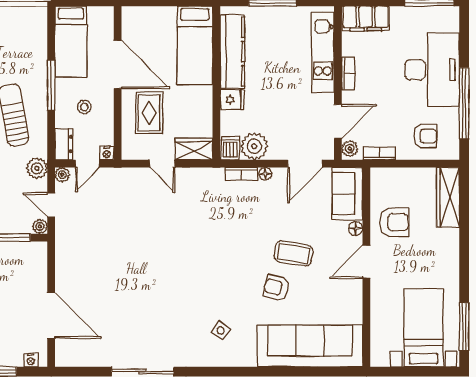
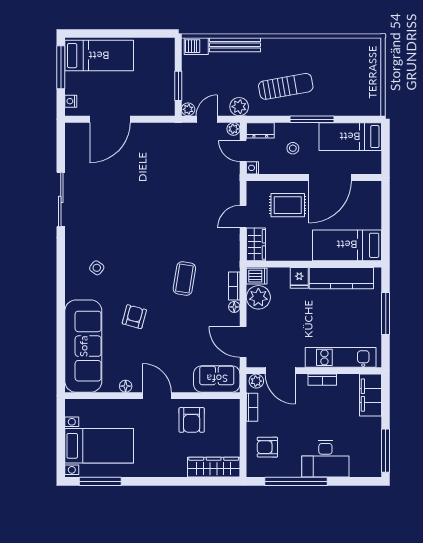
desk: (432, 70) -> (325, 459), width x0.73, depth x0.77
armchair: (425, 136) -> (267, 447), turned 90
floor lamp: (356, 228) -> (126, 386), moved
coffee table: (293, 254) -> (184, 279), moved

